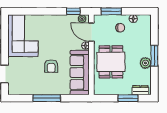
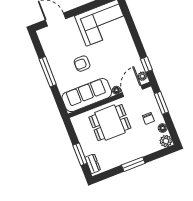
plant: (145, 63) -> (166, 141), moved

